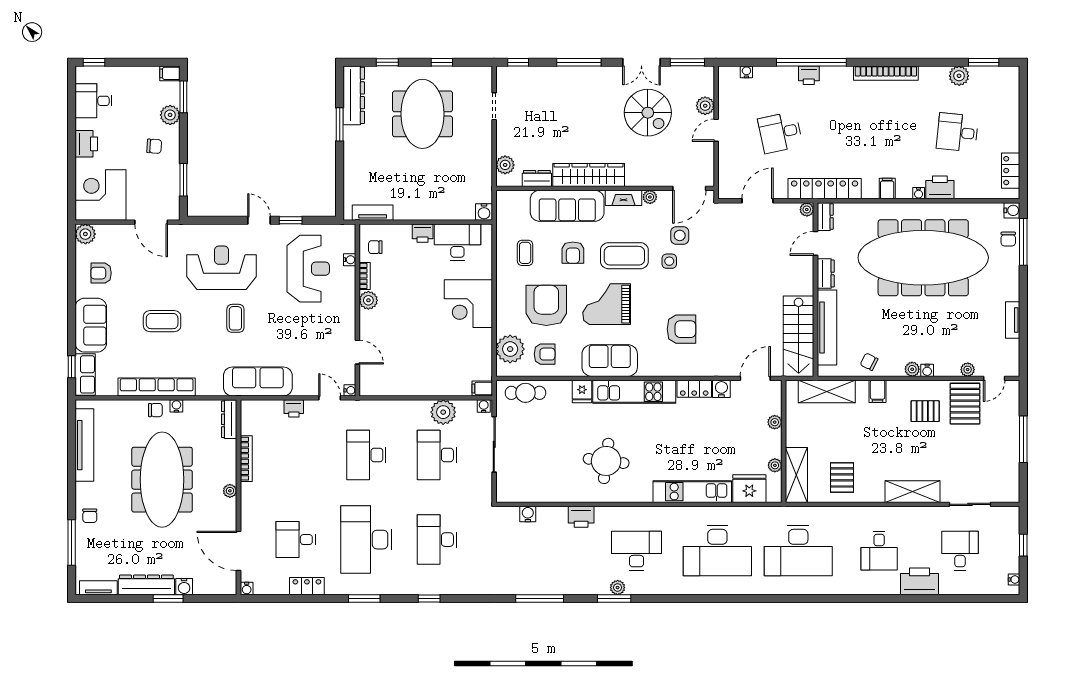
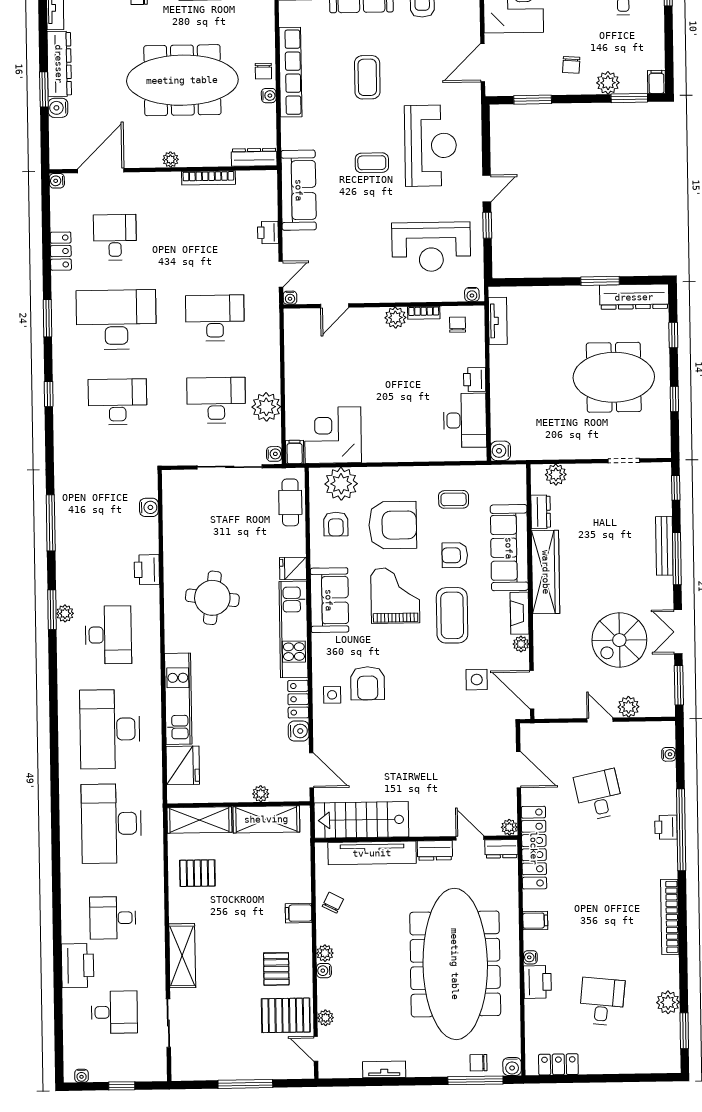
bench: (568, 73) -> (664, 546), added
water cooler: (350, 260) -> (472, 294), moved
side table: (669, 261) -> (332, 695), moved
corner desk: (468, 304) -> (333, 435), moved
shelving: (827, 391) -> (266, 819), moved, turned 90
plant: (775, 465) -> (210, 795), removed

